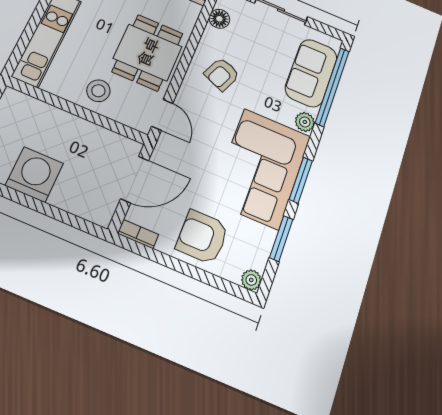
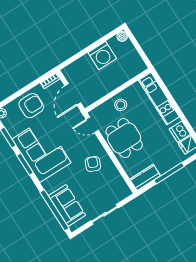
floor lamp: (219, 19) -> (119, 182), removed
plant: (305, 122) -> (48, 185), removed

